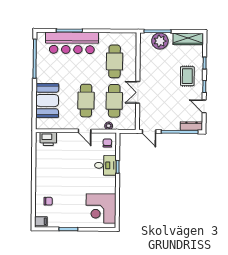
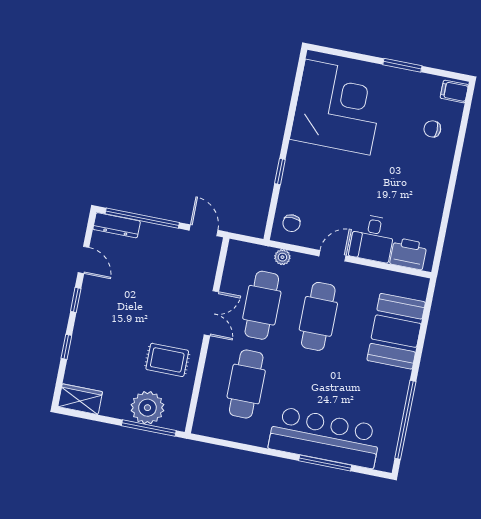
wardrobe: (188, 39) -> (80, 399), width x0.67
rug: (187, 76) -> (167, 360), moved, turned 90
door: (85, 131) -> (333, 256), hinge flipped
desk: (105, 165) -> (372, 238), moved, turned -90
corner desk: (101, 208) -> (338, 107), width x1.36, depth x1.36

